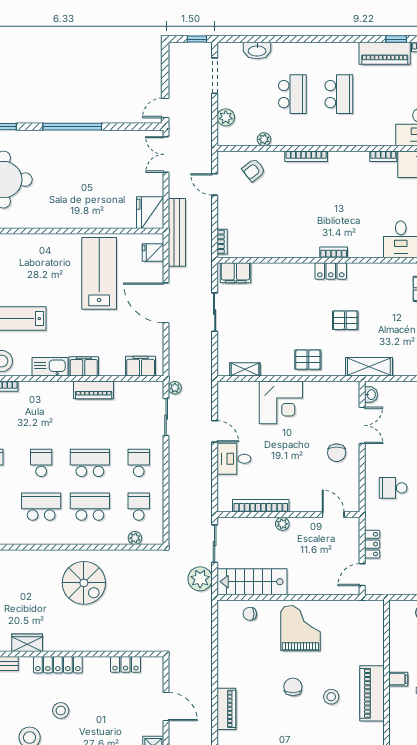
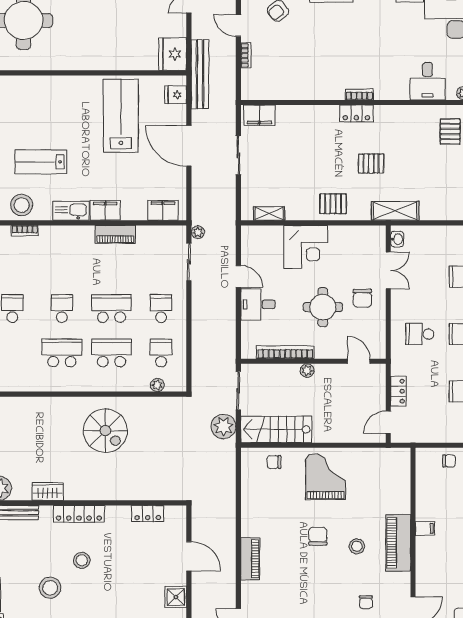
bookcase: (222, 242) -> (246, 55), moved
round table: (298, 461) -> (323, 307), added

